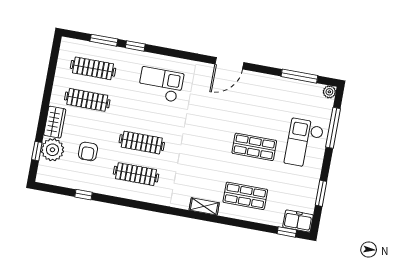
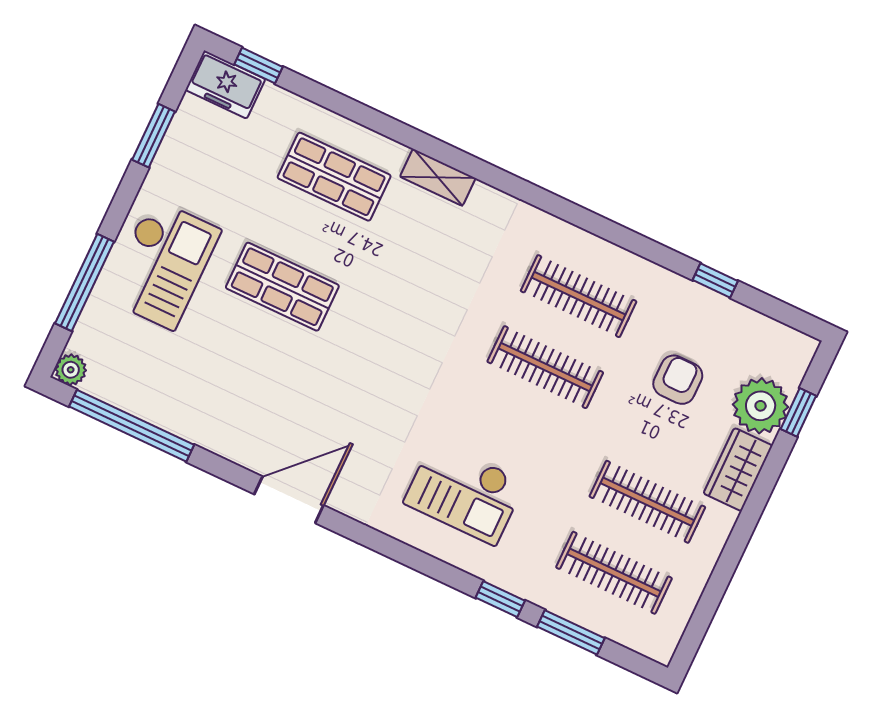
window: (299, 76) -> (132, 426), width x1.46

